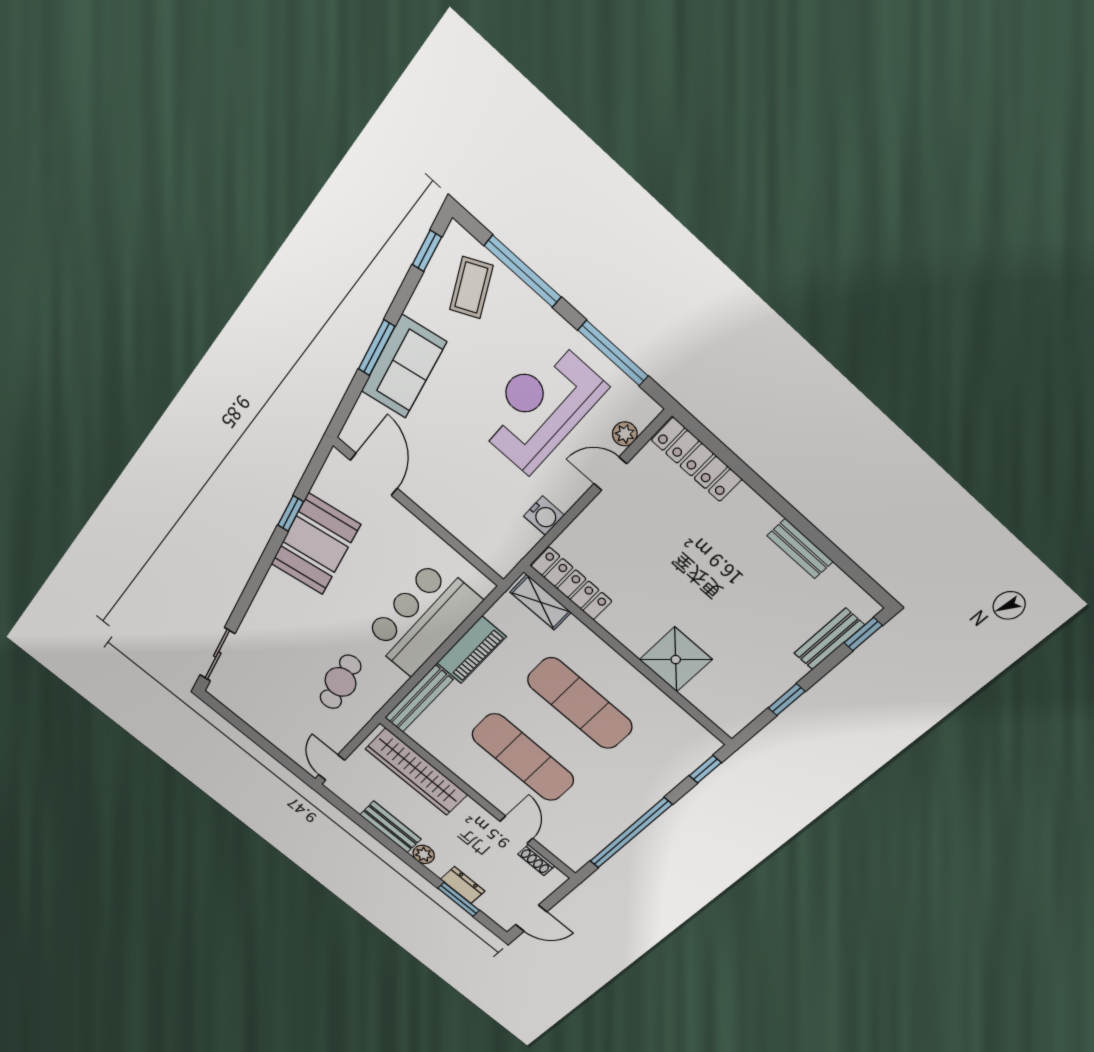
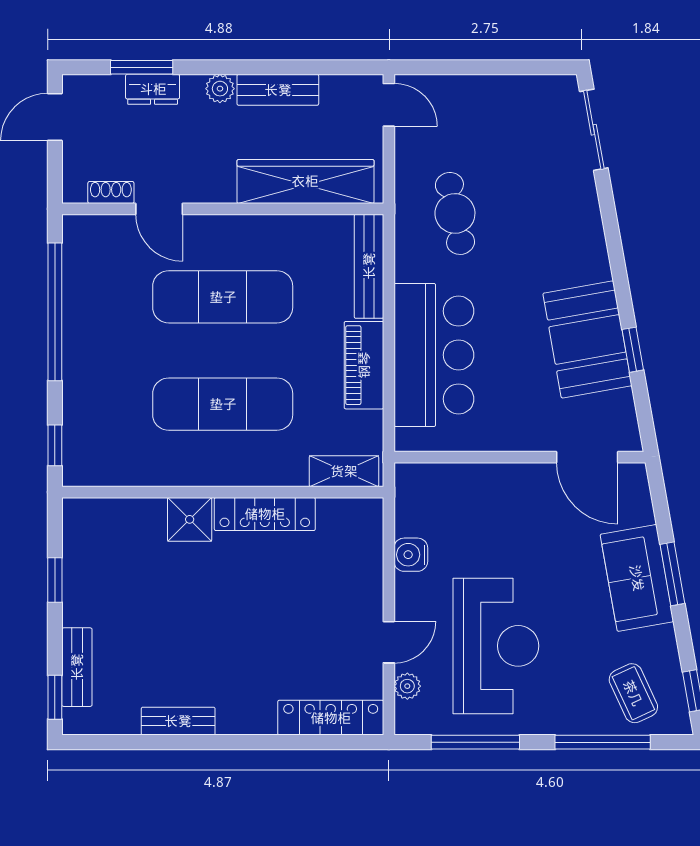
locker: (571, 584) -> (265, 514), moved
shower: (676, 660) -> (190, 519), width x0.73, depth x0.73

